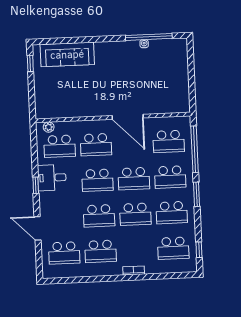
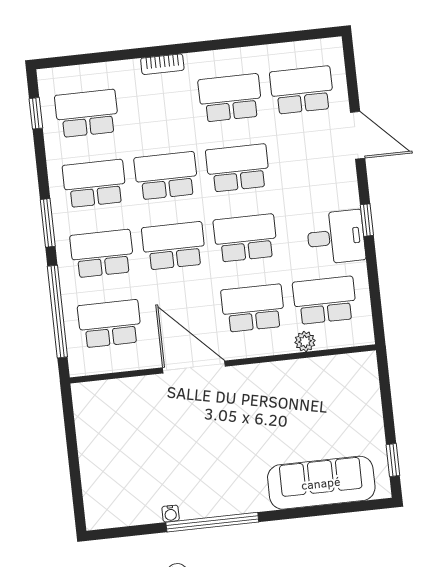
window: (149, 37) -> (212, 522), moved
plant: (49, 127) -> (305, 341), moved

